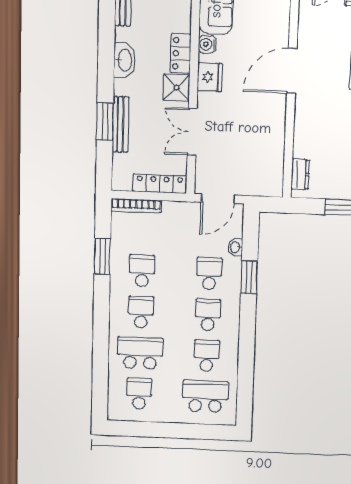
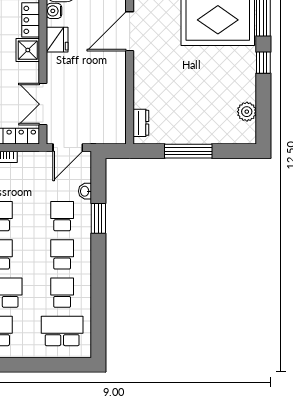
double door: (192, 132) -> (43, 104), moved

